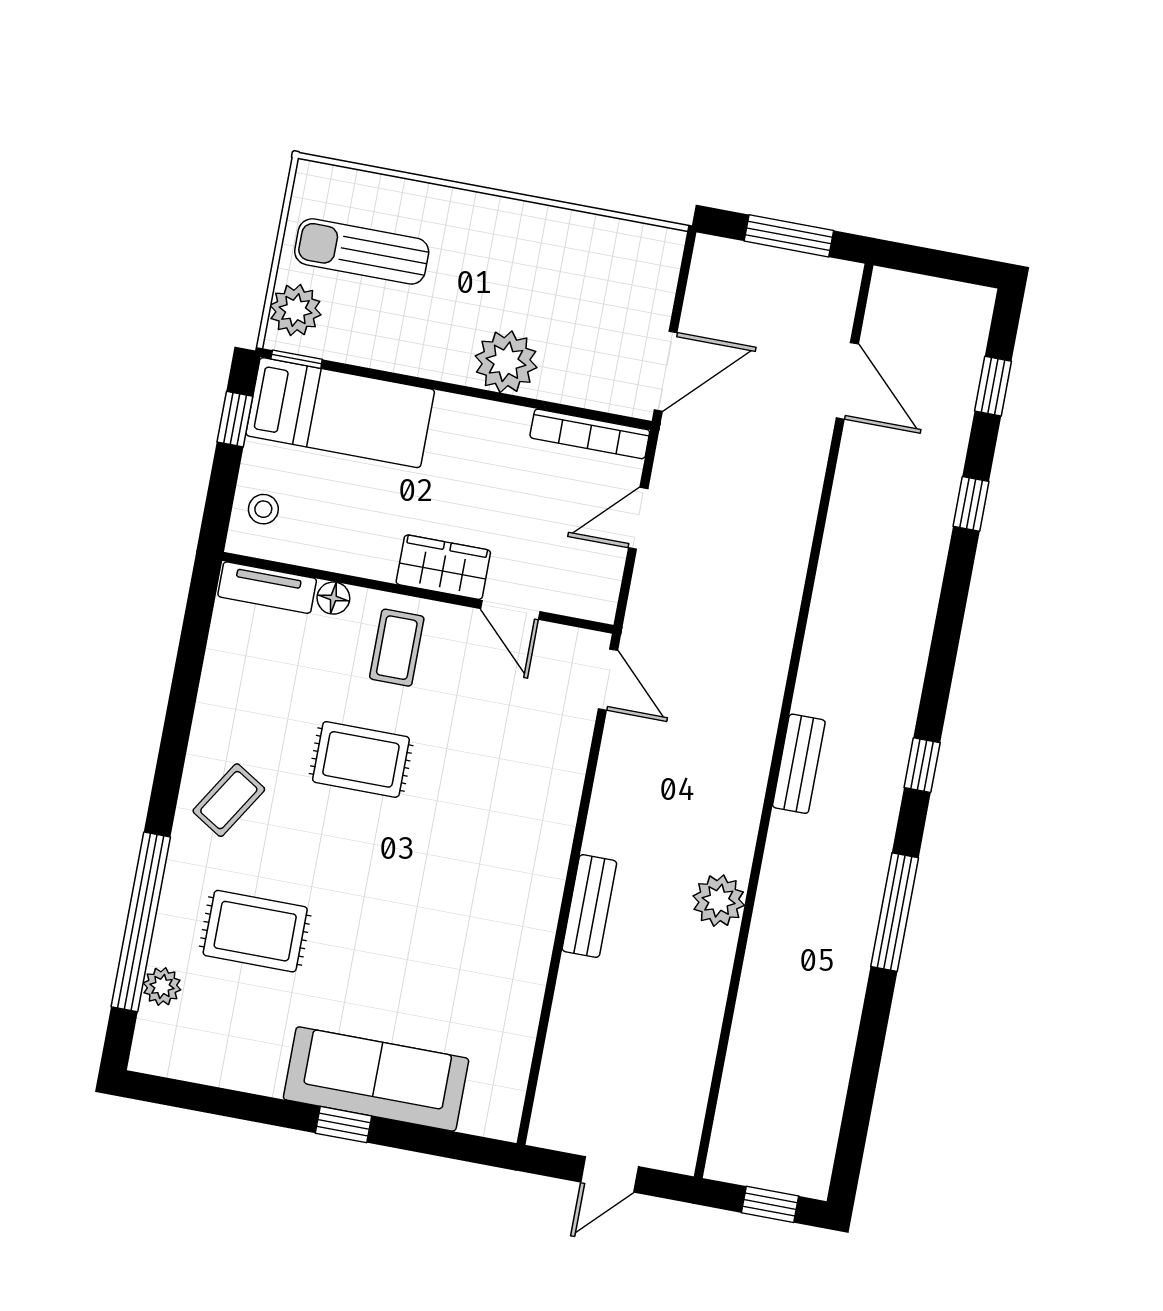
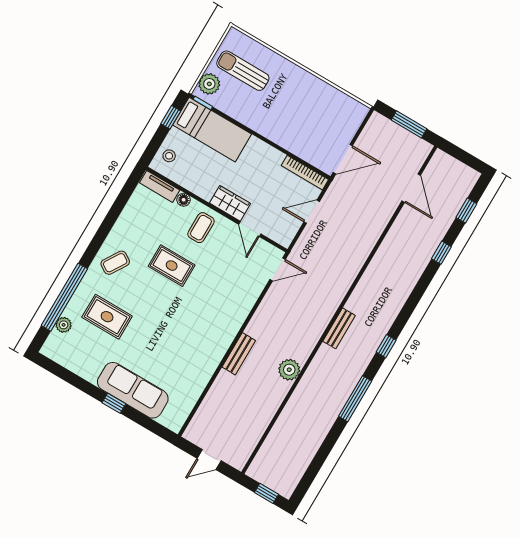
plant: (506, 362) -> (283, 133), removed
door: (608, 680) -> (278, 269), hinge flipped

